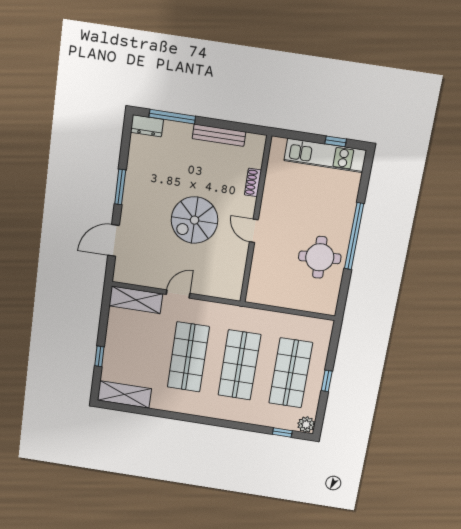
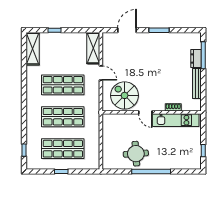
dresser: (147, 126) -> (196, 58), moved
kitchen unit: (325, 155) -> (176, 120), moved, turned -90
spiral stairs: (195, 220) -> (125, 95), moved
door: (254, 231) -> (145, 112), swing flipped
door: (114, 240) -> (127, 30), hinge flipped
plant: (306, 425) -> (31, 164), removed

